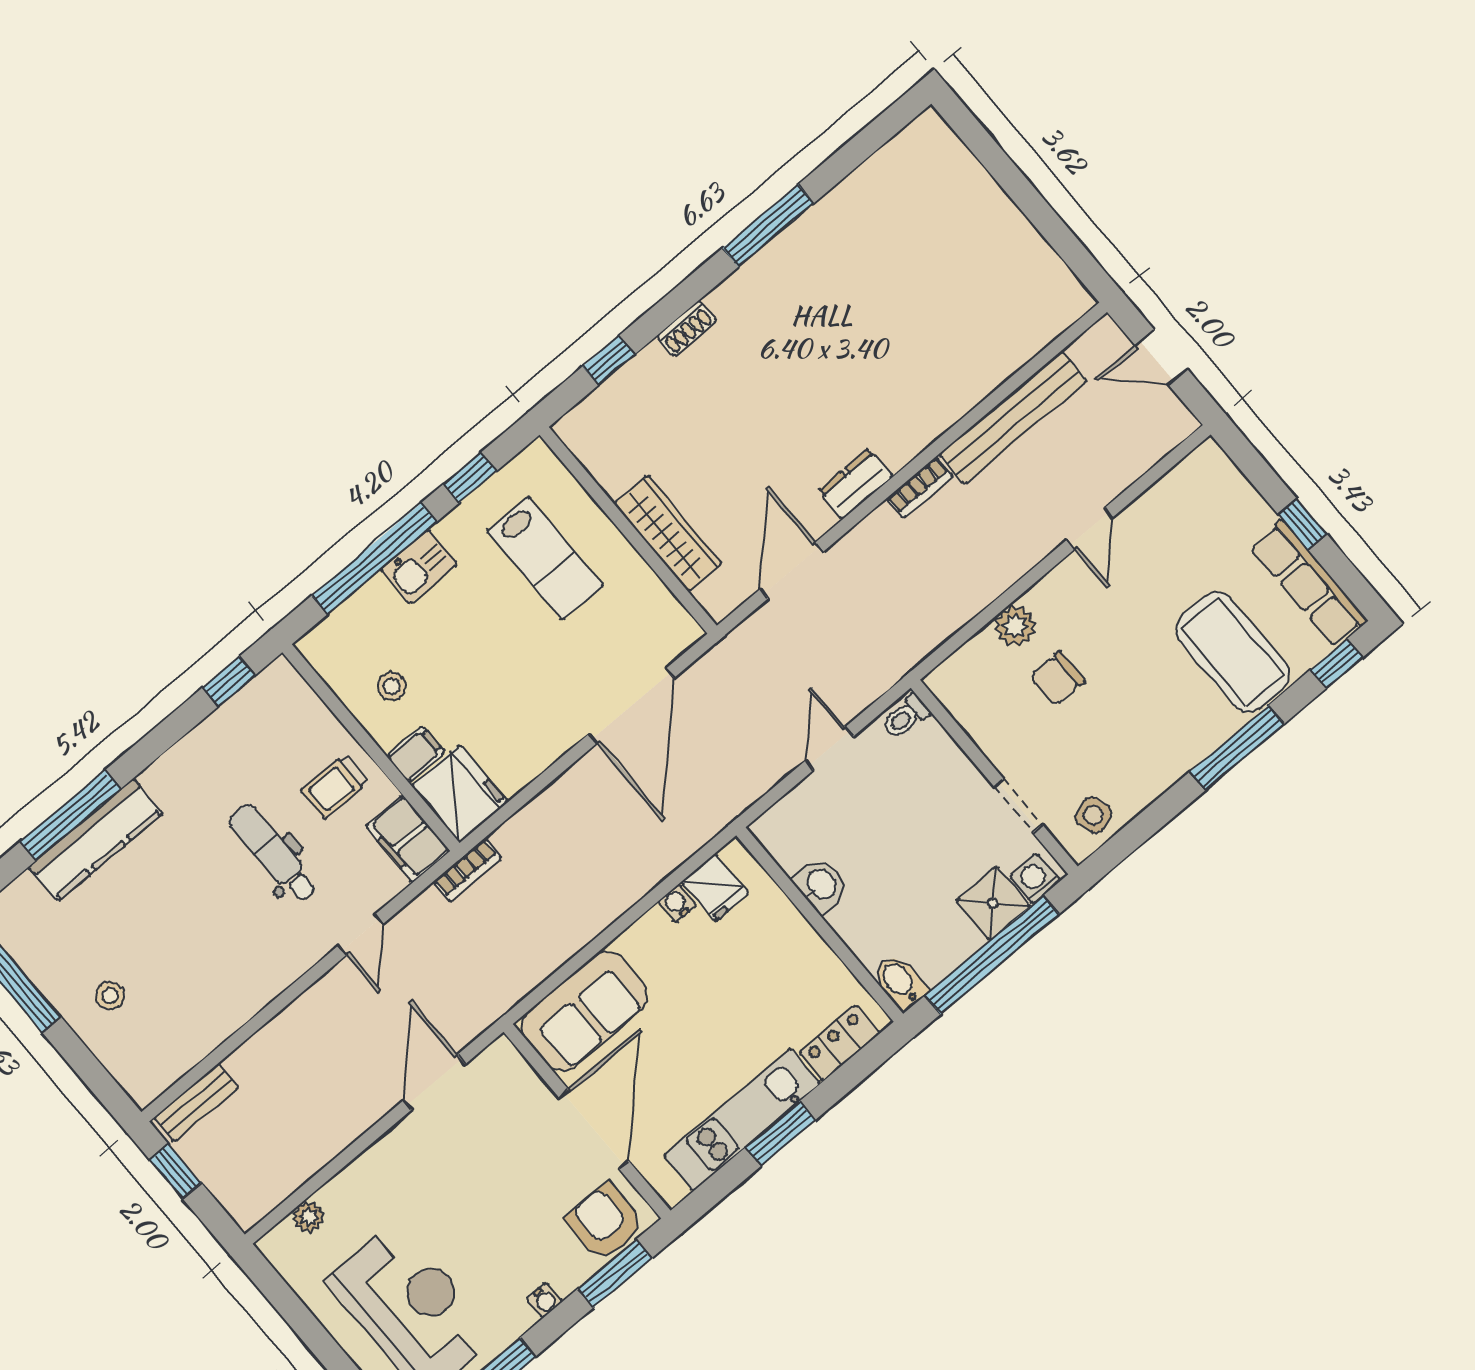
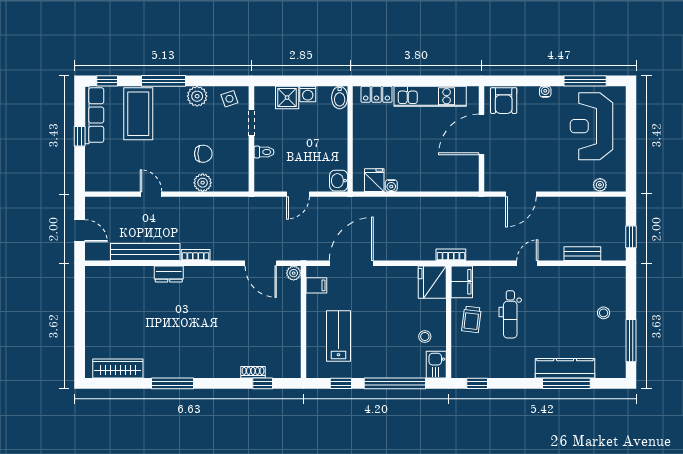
shoe rack: (686, 328) -> (253, 372), moved
dresser: (855, 484) -> (169, 274), moved
door: (1089, 529) -> (151, 194), hinge flipped
wardrobe: (668, 533) -> (118, 369), moved, turned 90
kitchen sink: (419, 567) -> (436, 365), moved, turned -90
door: (792, 570) -> (261, 263), hinge flipped
plant: (719, 602) -> (294, 273), added
toilet: (905, 717) -> (264, 152), moved
filing cabinet: (416, 754) -> (316, 285), moved, turned 180
plant: (1154, 771) -> (197, 96), added
trolley: (334, 786) -> (471, 319), turned 97
washing machine: (1035, 879) -> (308, 94), moved
washbasin: (821, 885) -> (339, 181), moved
door: (361, 935) -> (527, 263), moved
window: (992, 955) -> (302, 81), removed
sofa: (584, 1011) -> (452, 176), removed
bench: (196, 1103) -> (582, 254), moved
window: (780, 1134) -> (421, 81), removed
window: (615, 1273) -> (515, 81), removed

